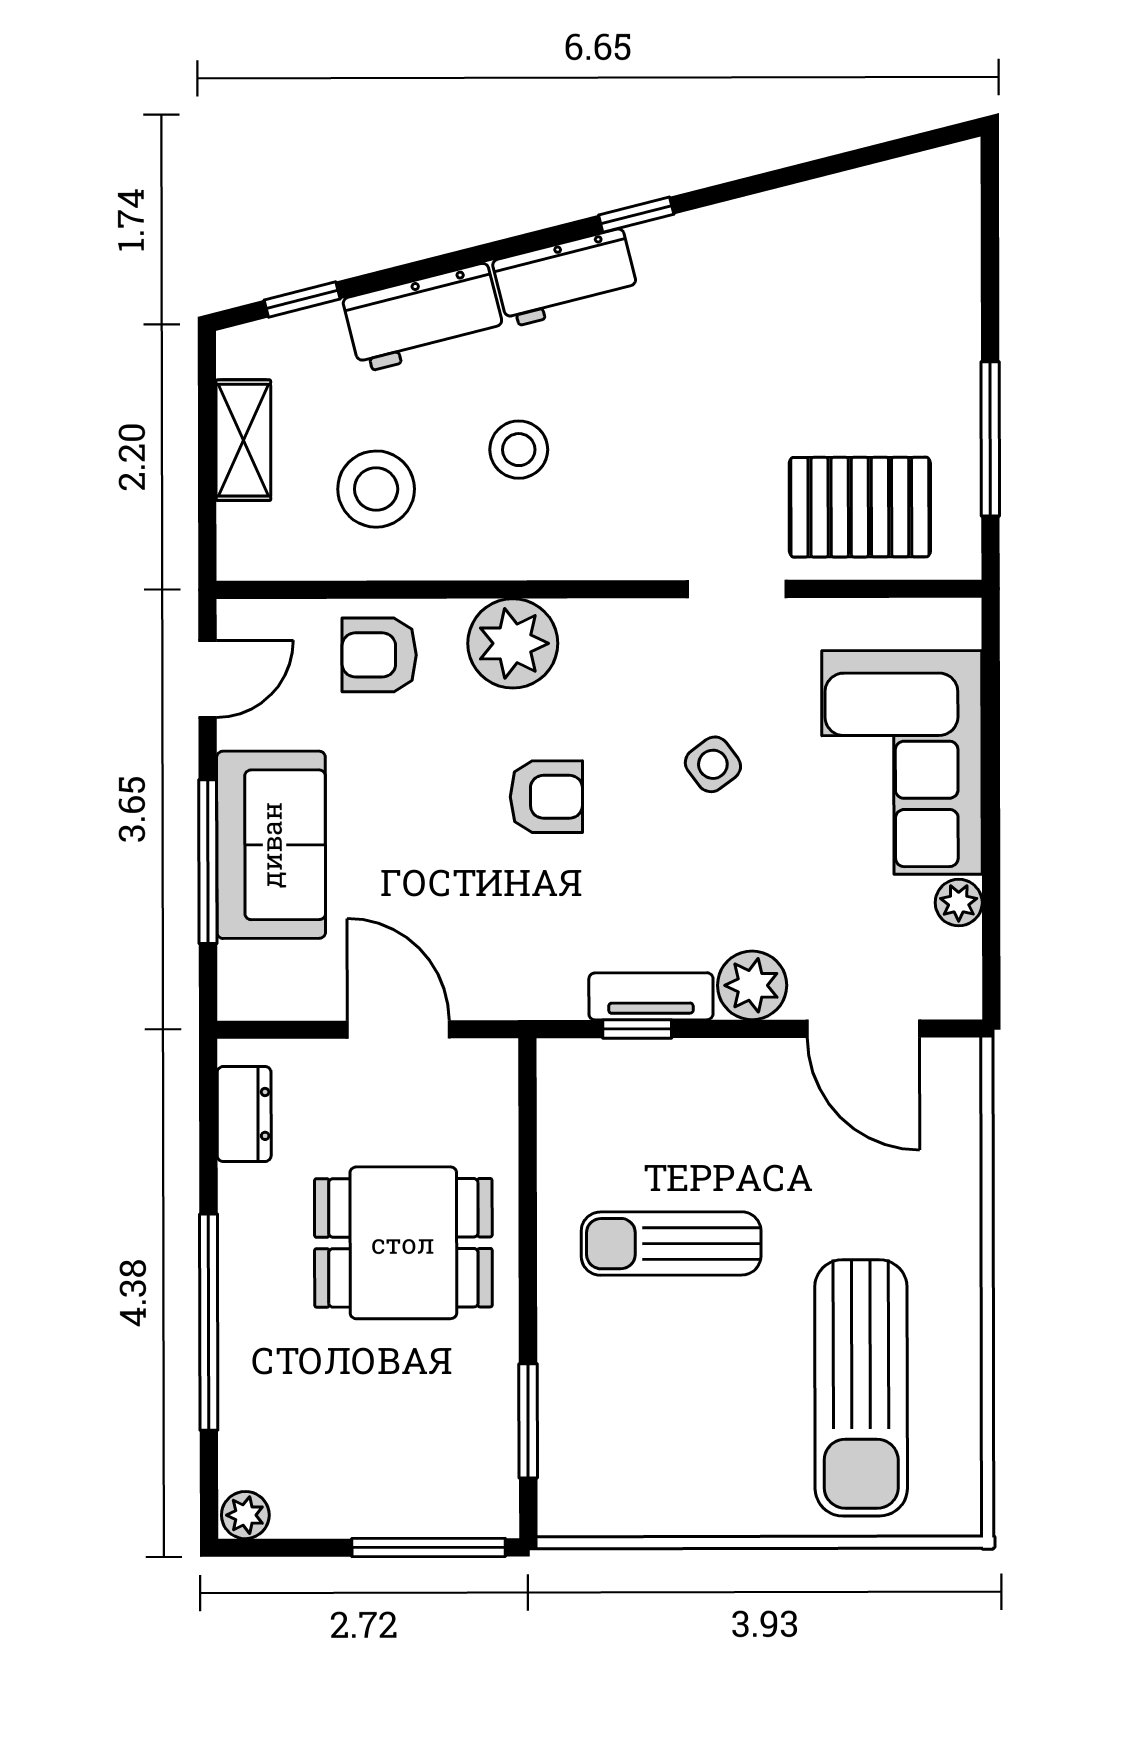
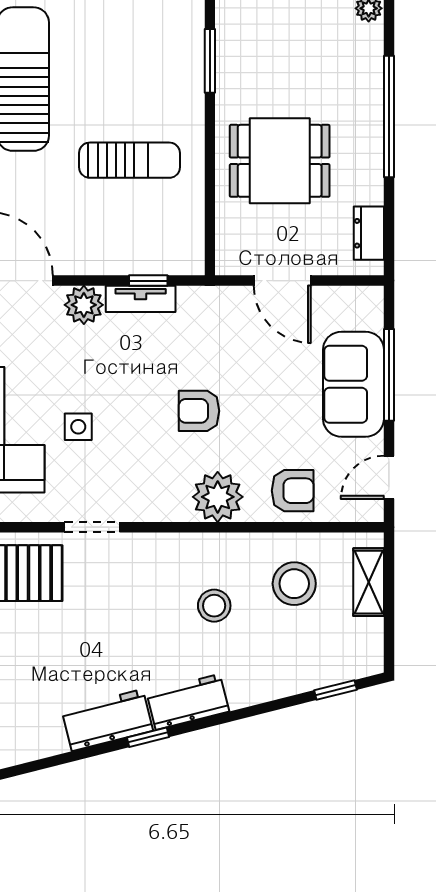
workbench: (424, 318) -> (107, 720), moved
shelving: (243, 440) -> (369, 582), moved
side table: (713, 764) -> (78, 427), moved, turned 37

